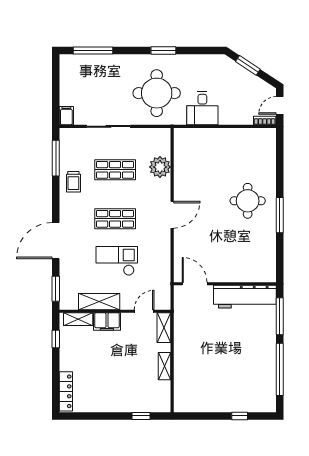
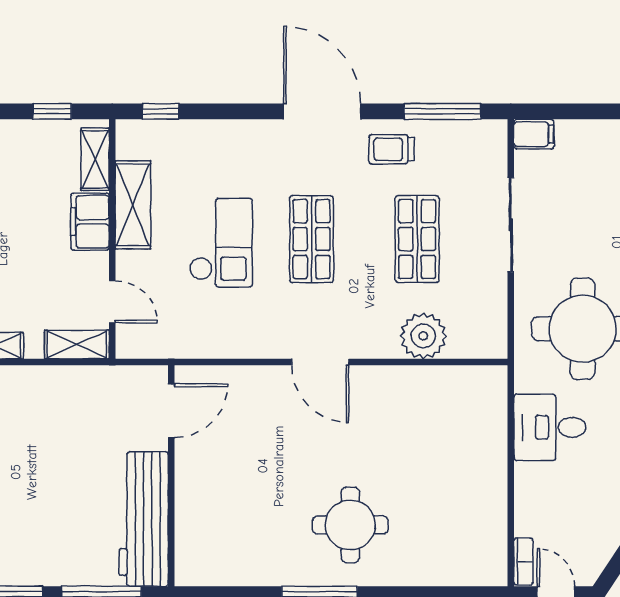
door: (56, 241) -> (322, 111), moved
window: (56, 289) -> (161, 111), width x0.67

